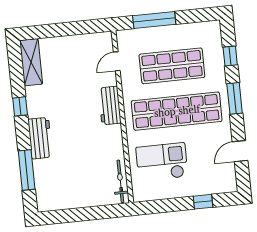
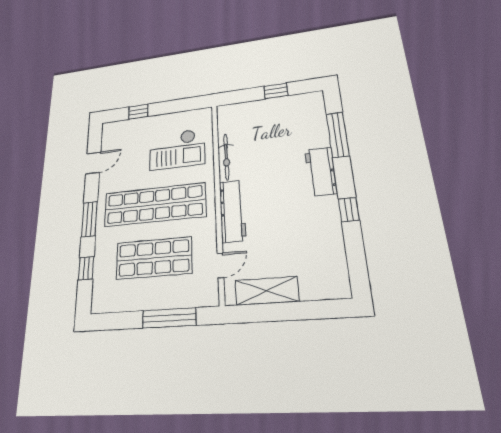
shelving: (31, 62) -> (267, 291), moved, turned 90
workbench: (110, 106) -> (232, 211), width x1.38
bicycle: (120, 181) -> (226, 157), moved
window: (77, 215) -> (276, 91), added

